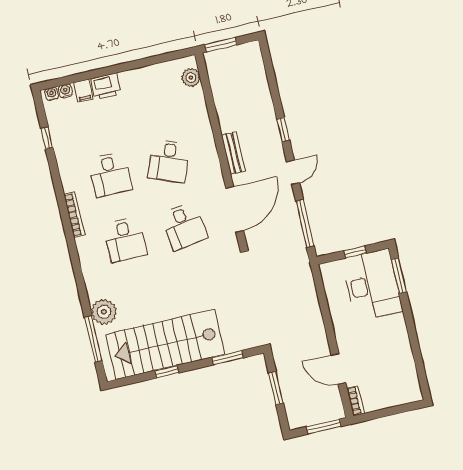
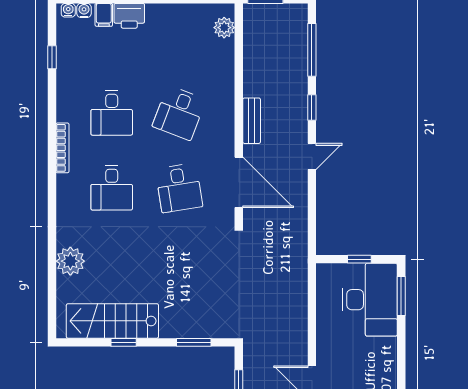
door: (235, 209) -> (239, 182), hinge flipped
window: (305, 223) -> (312, 50), moved
window: (93, 339) -> (52, 288), removed
stairs: (165, 344) -> (112, 321), width x0.73, depth x0.66

